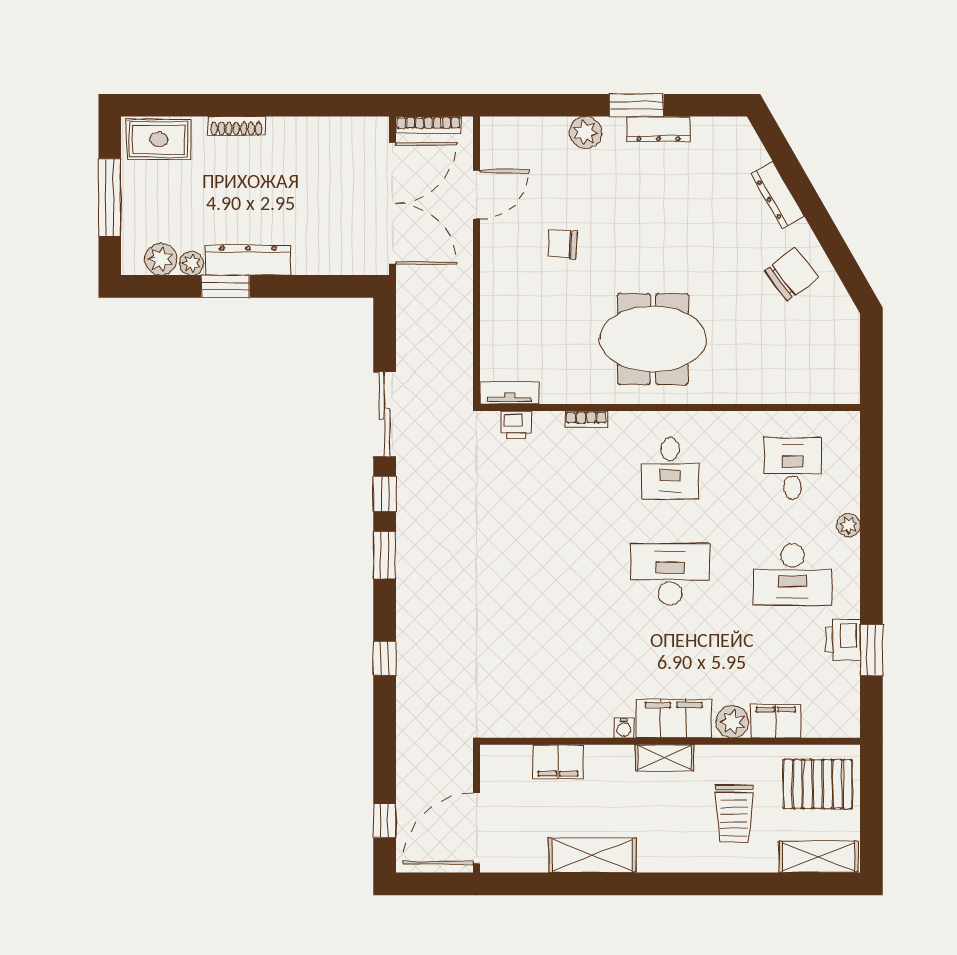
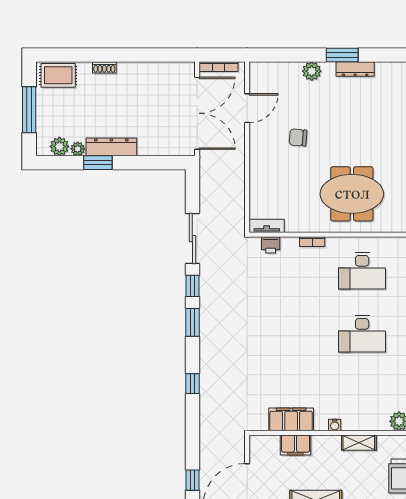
shoe rack: (236, 126) -> (104, 67), width x0.70
desk: (670, 468) -> (362, 271), width x1.37
desk: (670, 574) -> (362, 334), turned 180
filing cabinet: (674, 719) -> (291, 419), moved

